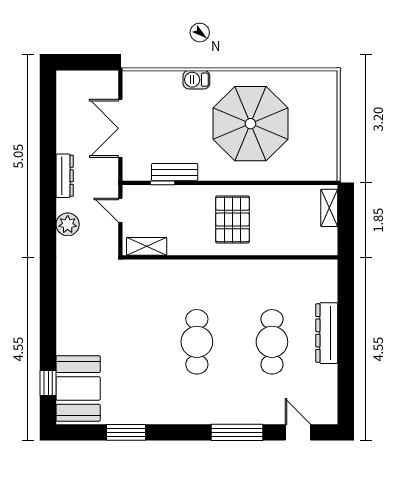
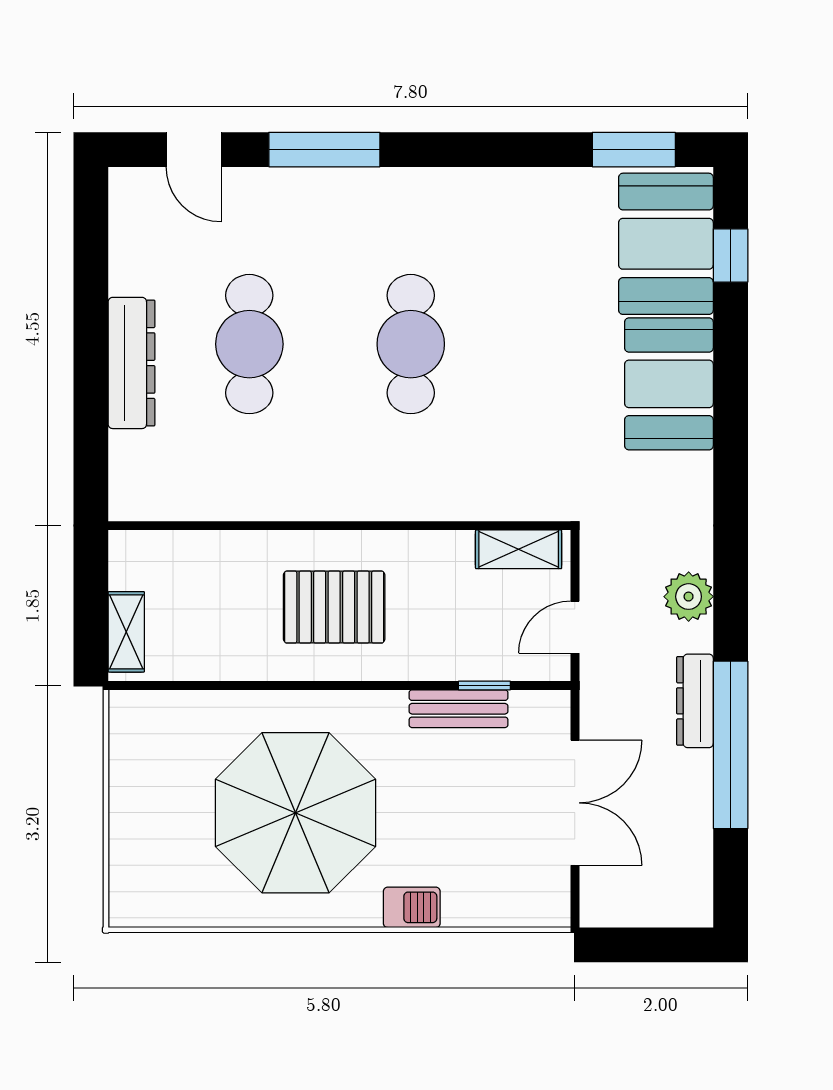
window: (48, 155) -> (731, 745), added
door: (120, 210) -> (575, 627), swing flipped
pallet: (232, 219) -> (334, 607), turned 90
booth: (77, 323) -> (669, 384), added
window: (126, 432) -> (634, 150), moved

